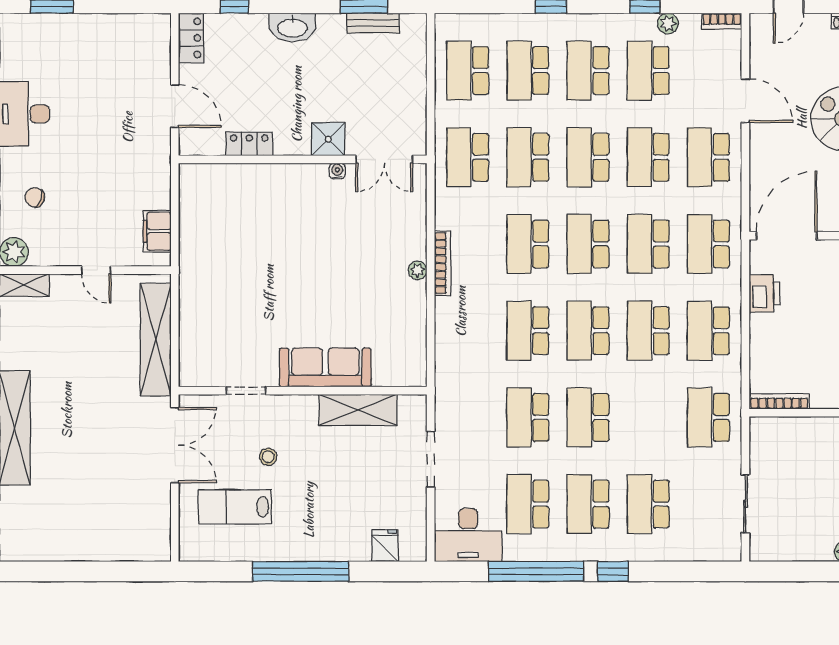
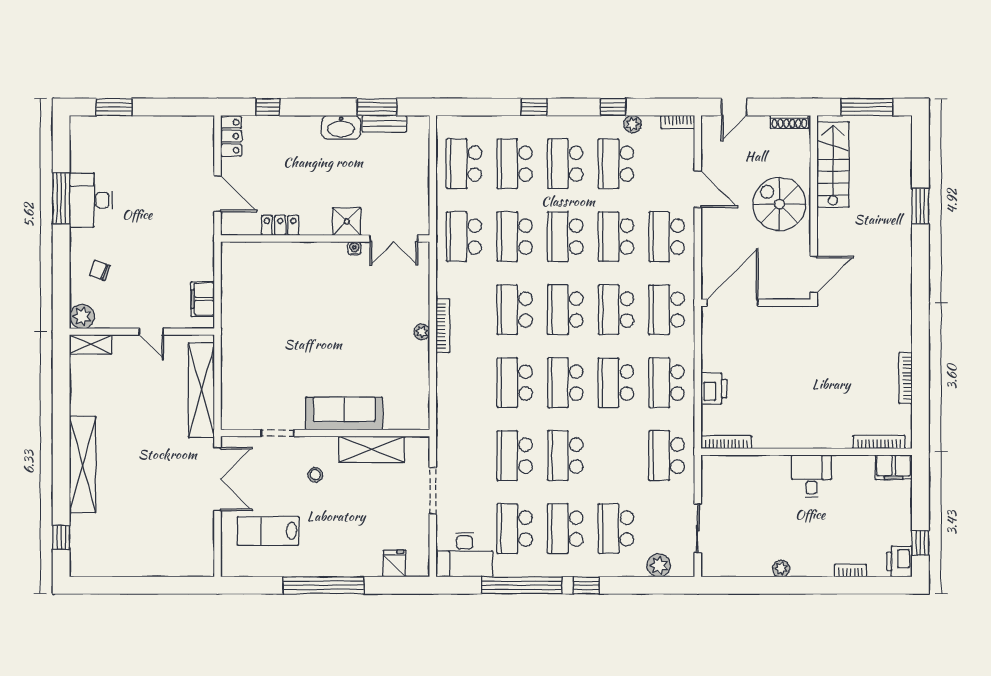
washbasin: (292, 27) -> (341, 127), moved
printer: (764, 293) -> (714, 389), moved
stool: (268, 457) -> (315, 475), moved
plant: (699, 548) -> (659, 565), added

